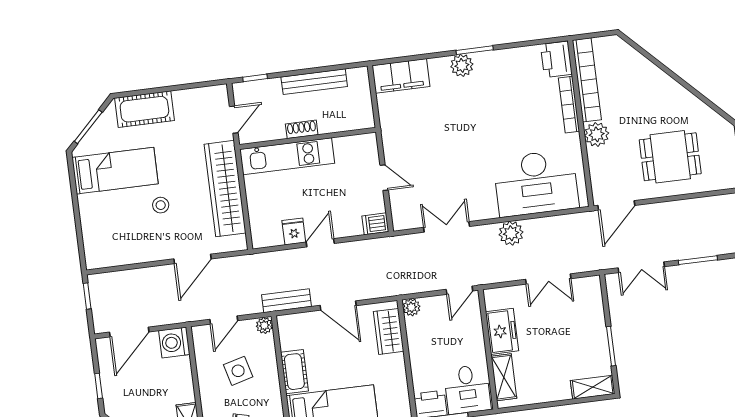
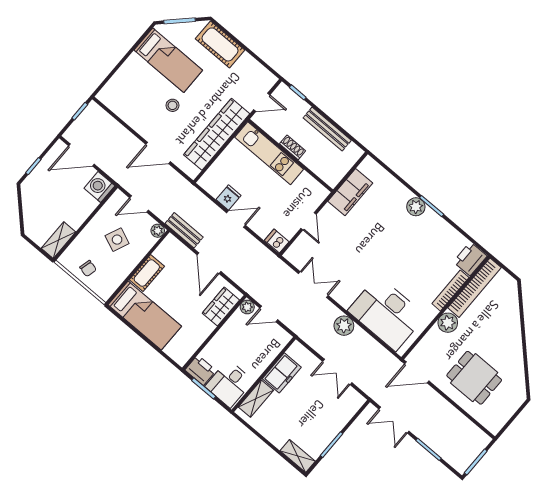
filing cabinet: (401, 76) -> (350, 192), moved, turned -90
door: (459, 290) -> (269, 314), moved
side table: (238, 371) -> (117, 240), turned 38

